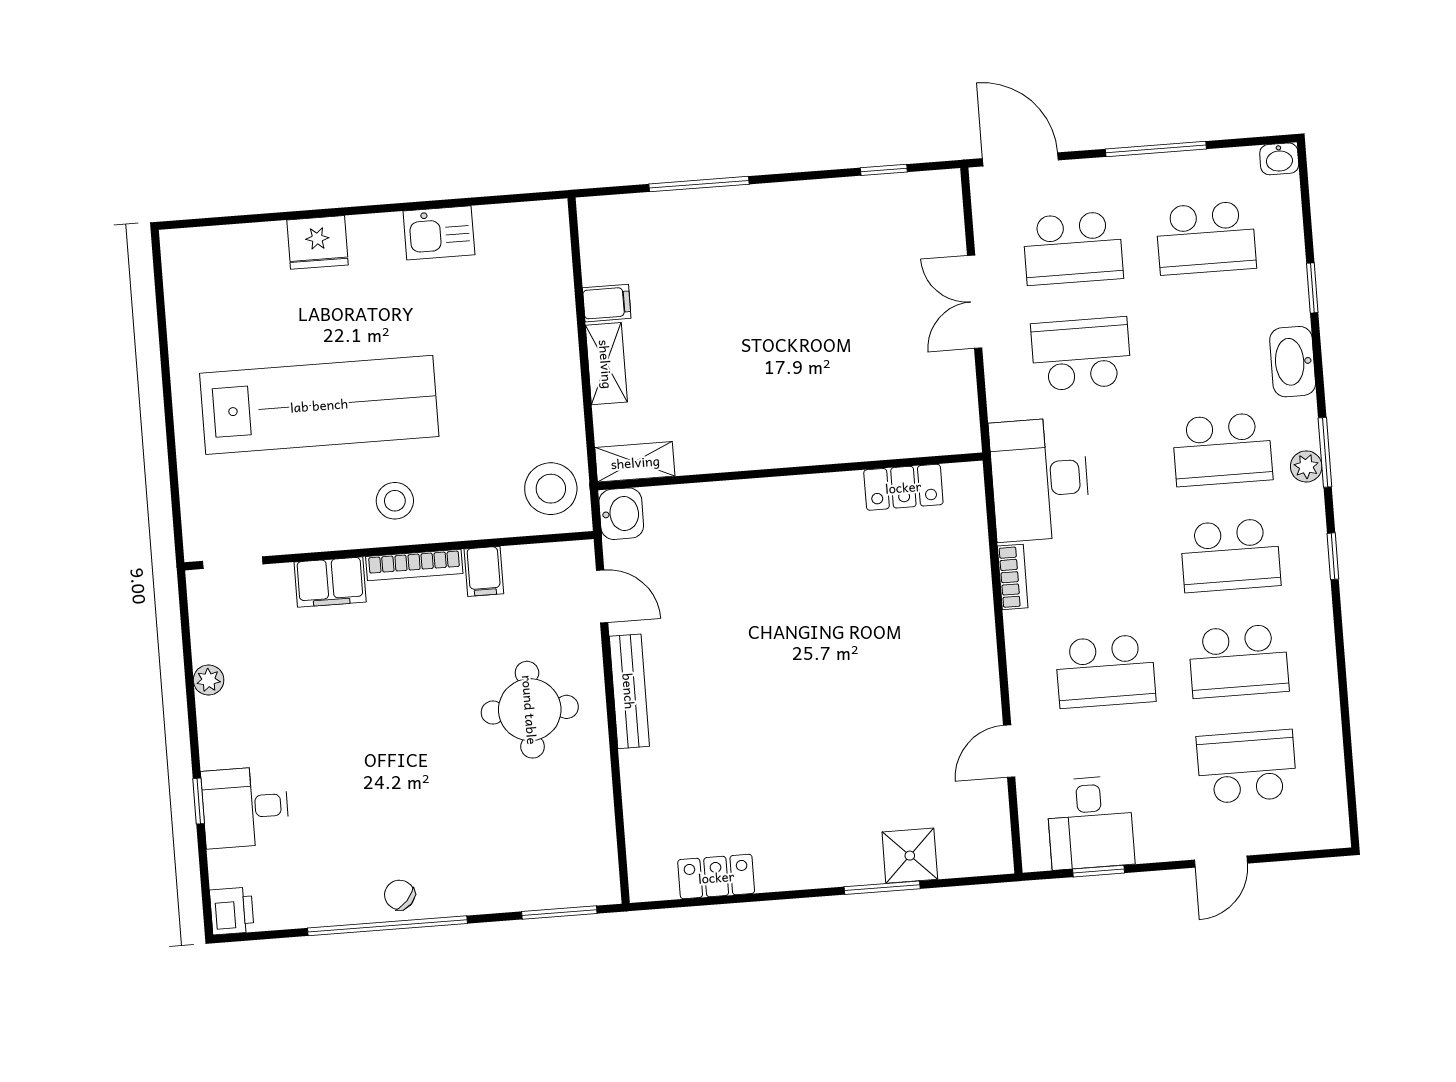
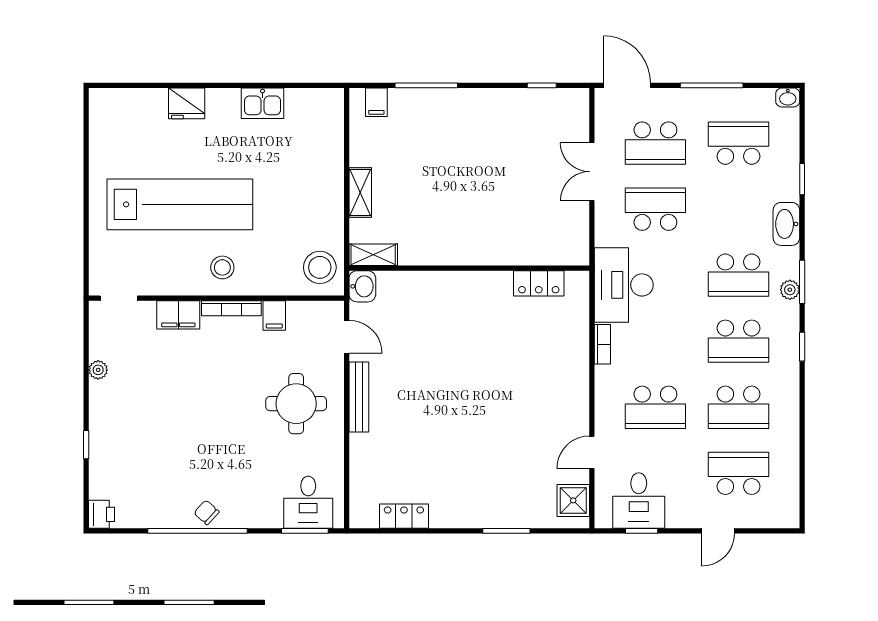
school desk: (1206, 238) -> (739, 143), turned 180
filing cabinet: (607, 303) -> (376, 102), moved, turned 90
desk: (245, 807) -> (308, 502), moved, turned -90
shower: (910, 856) -> (573, 500), moved

